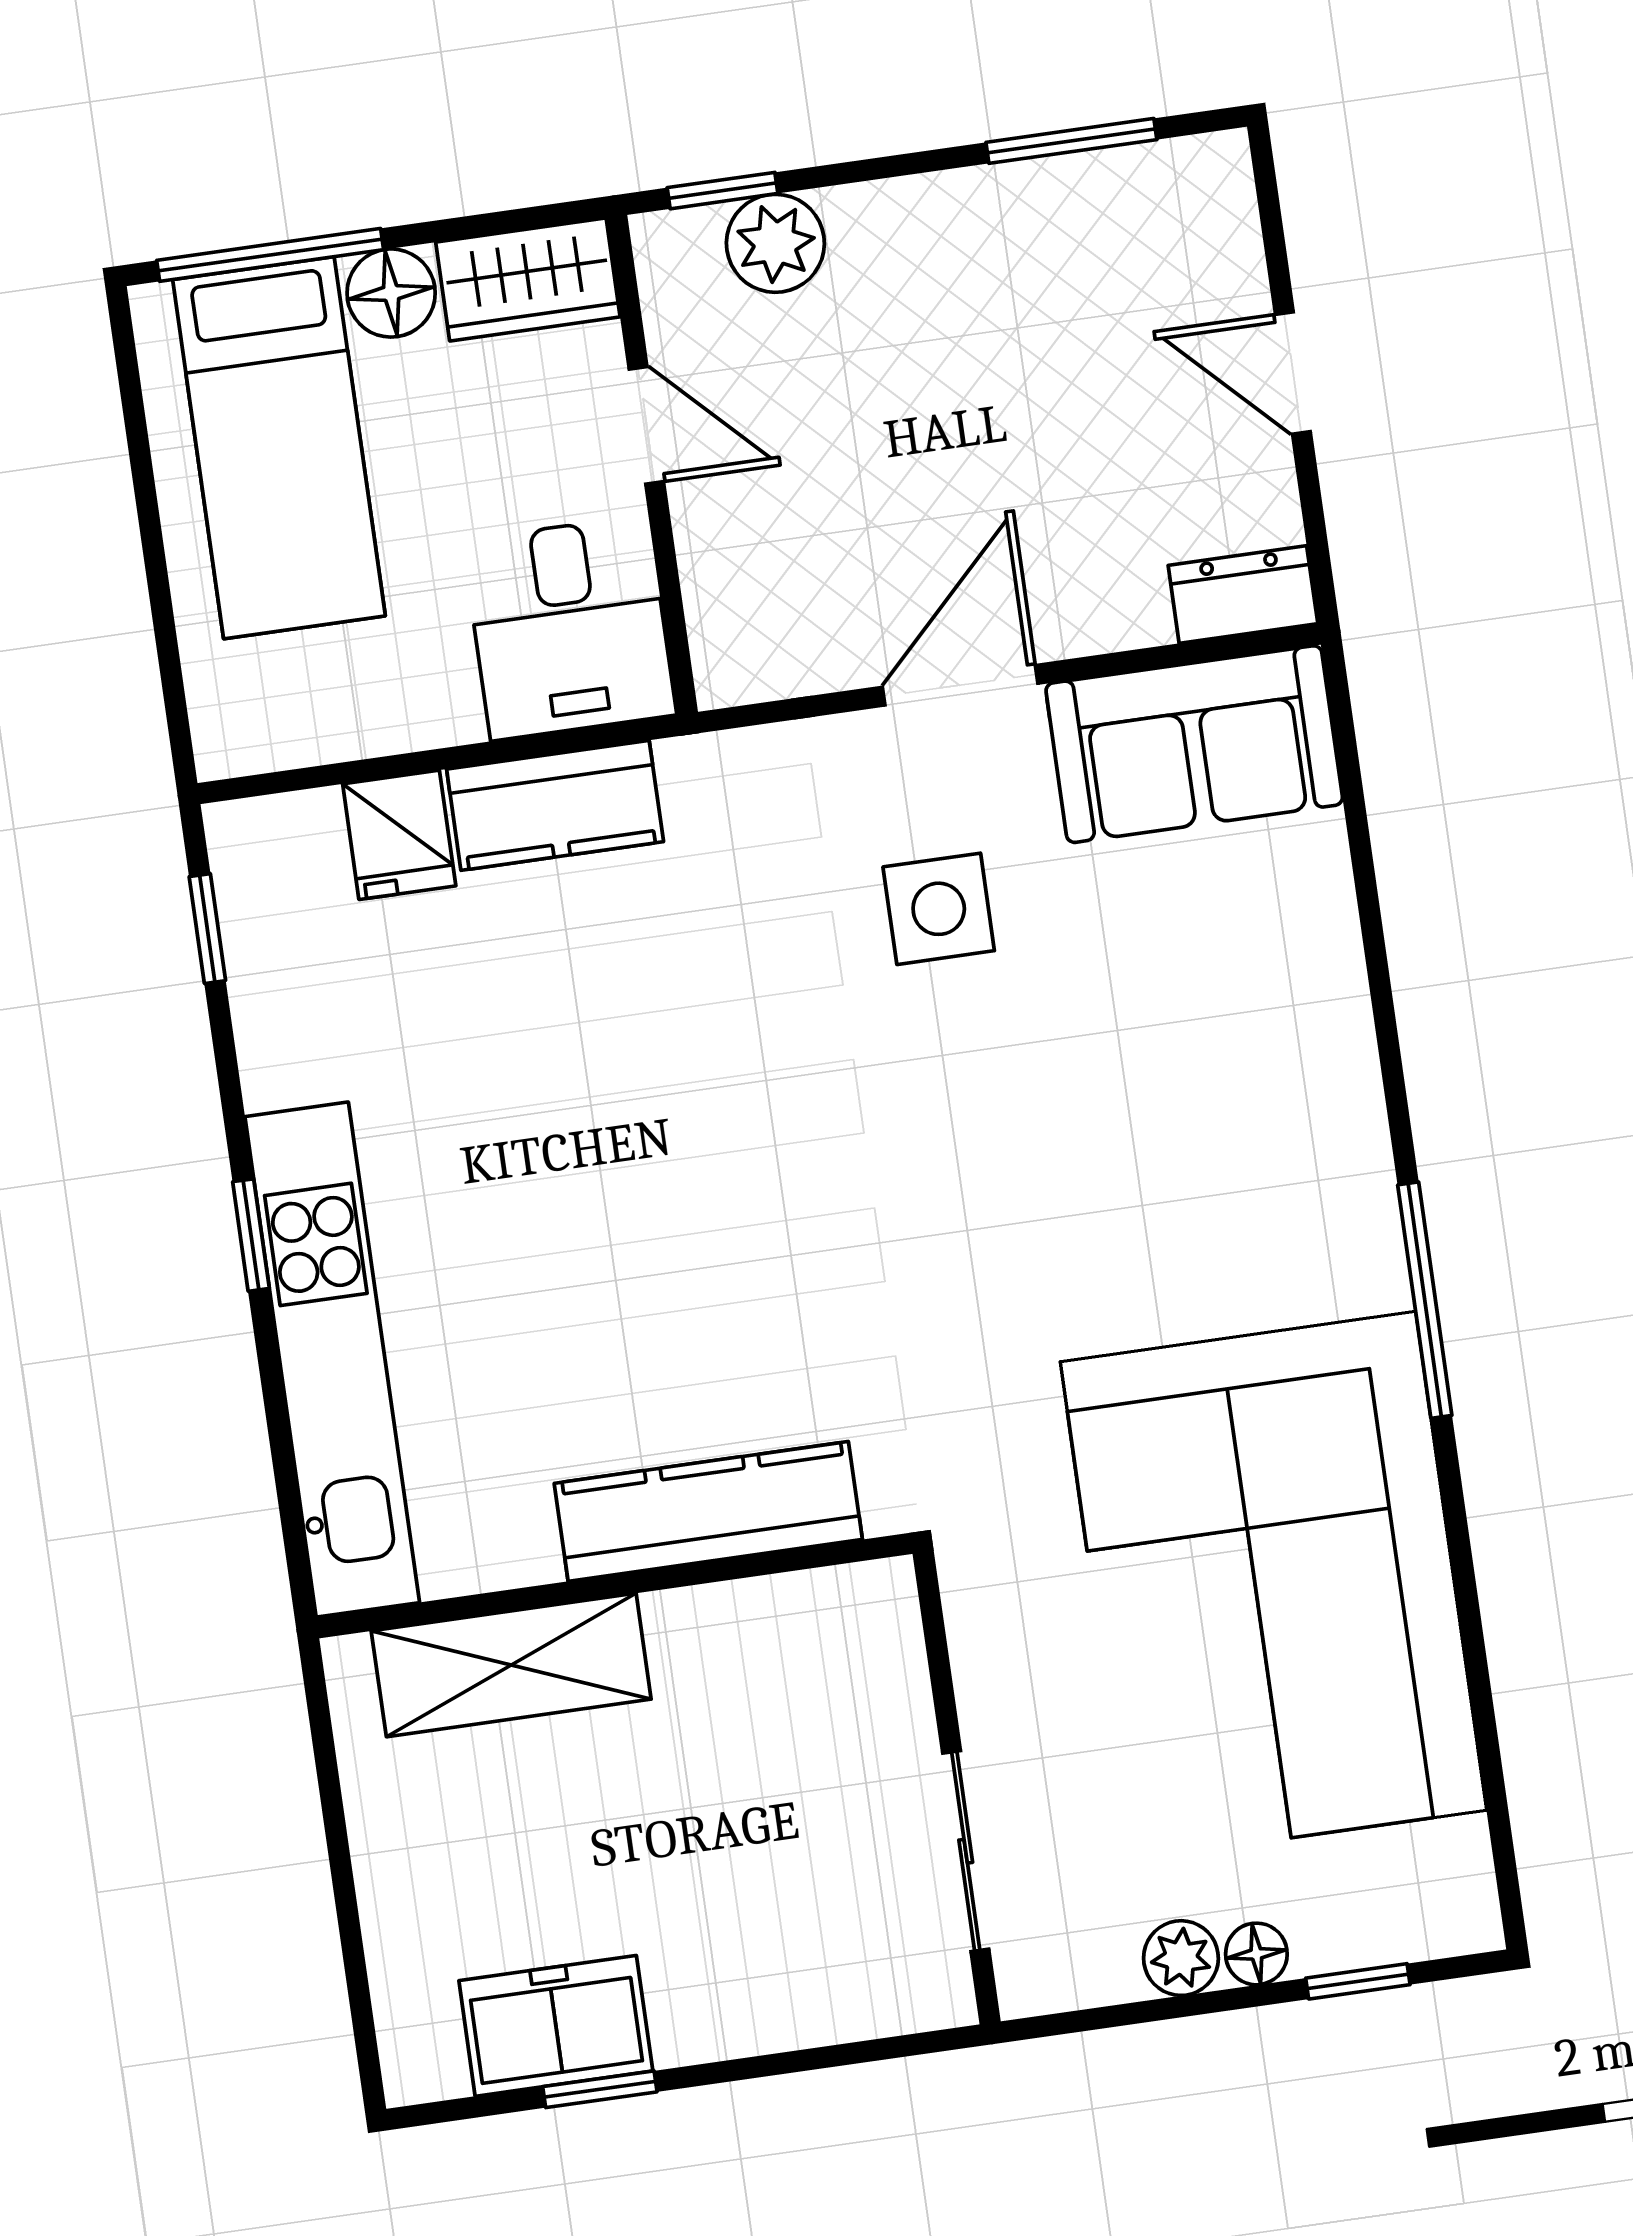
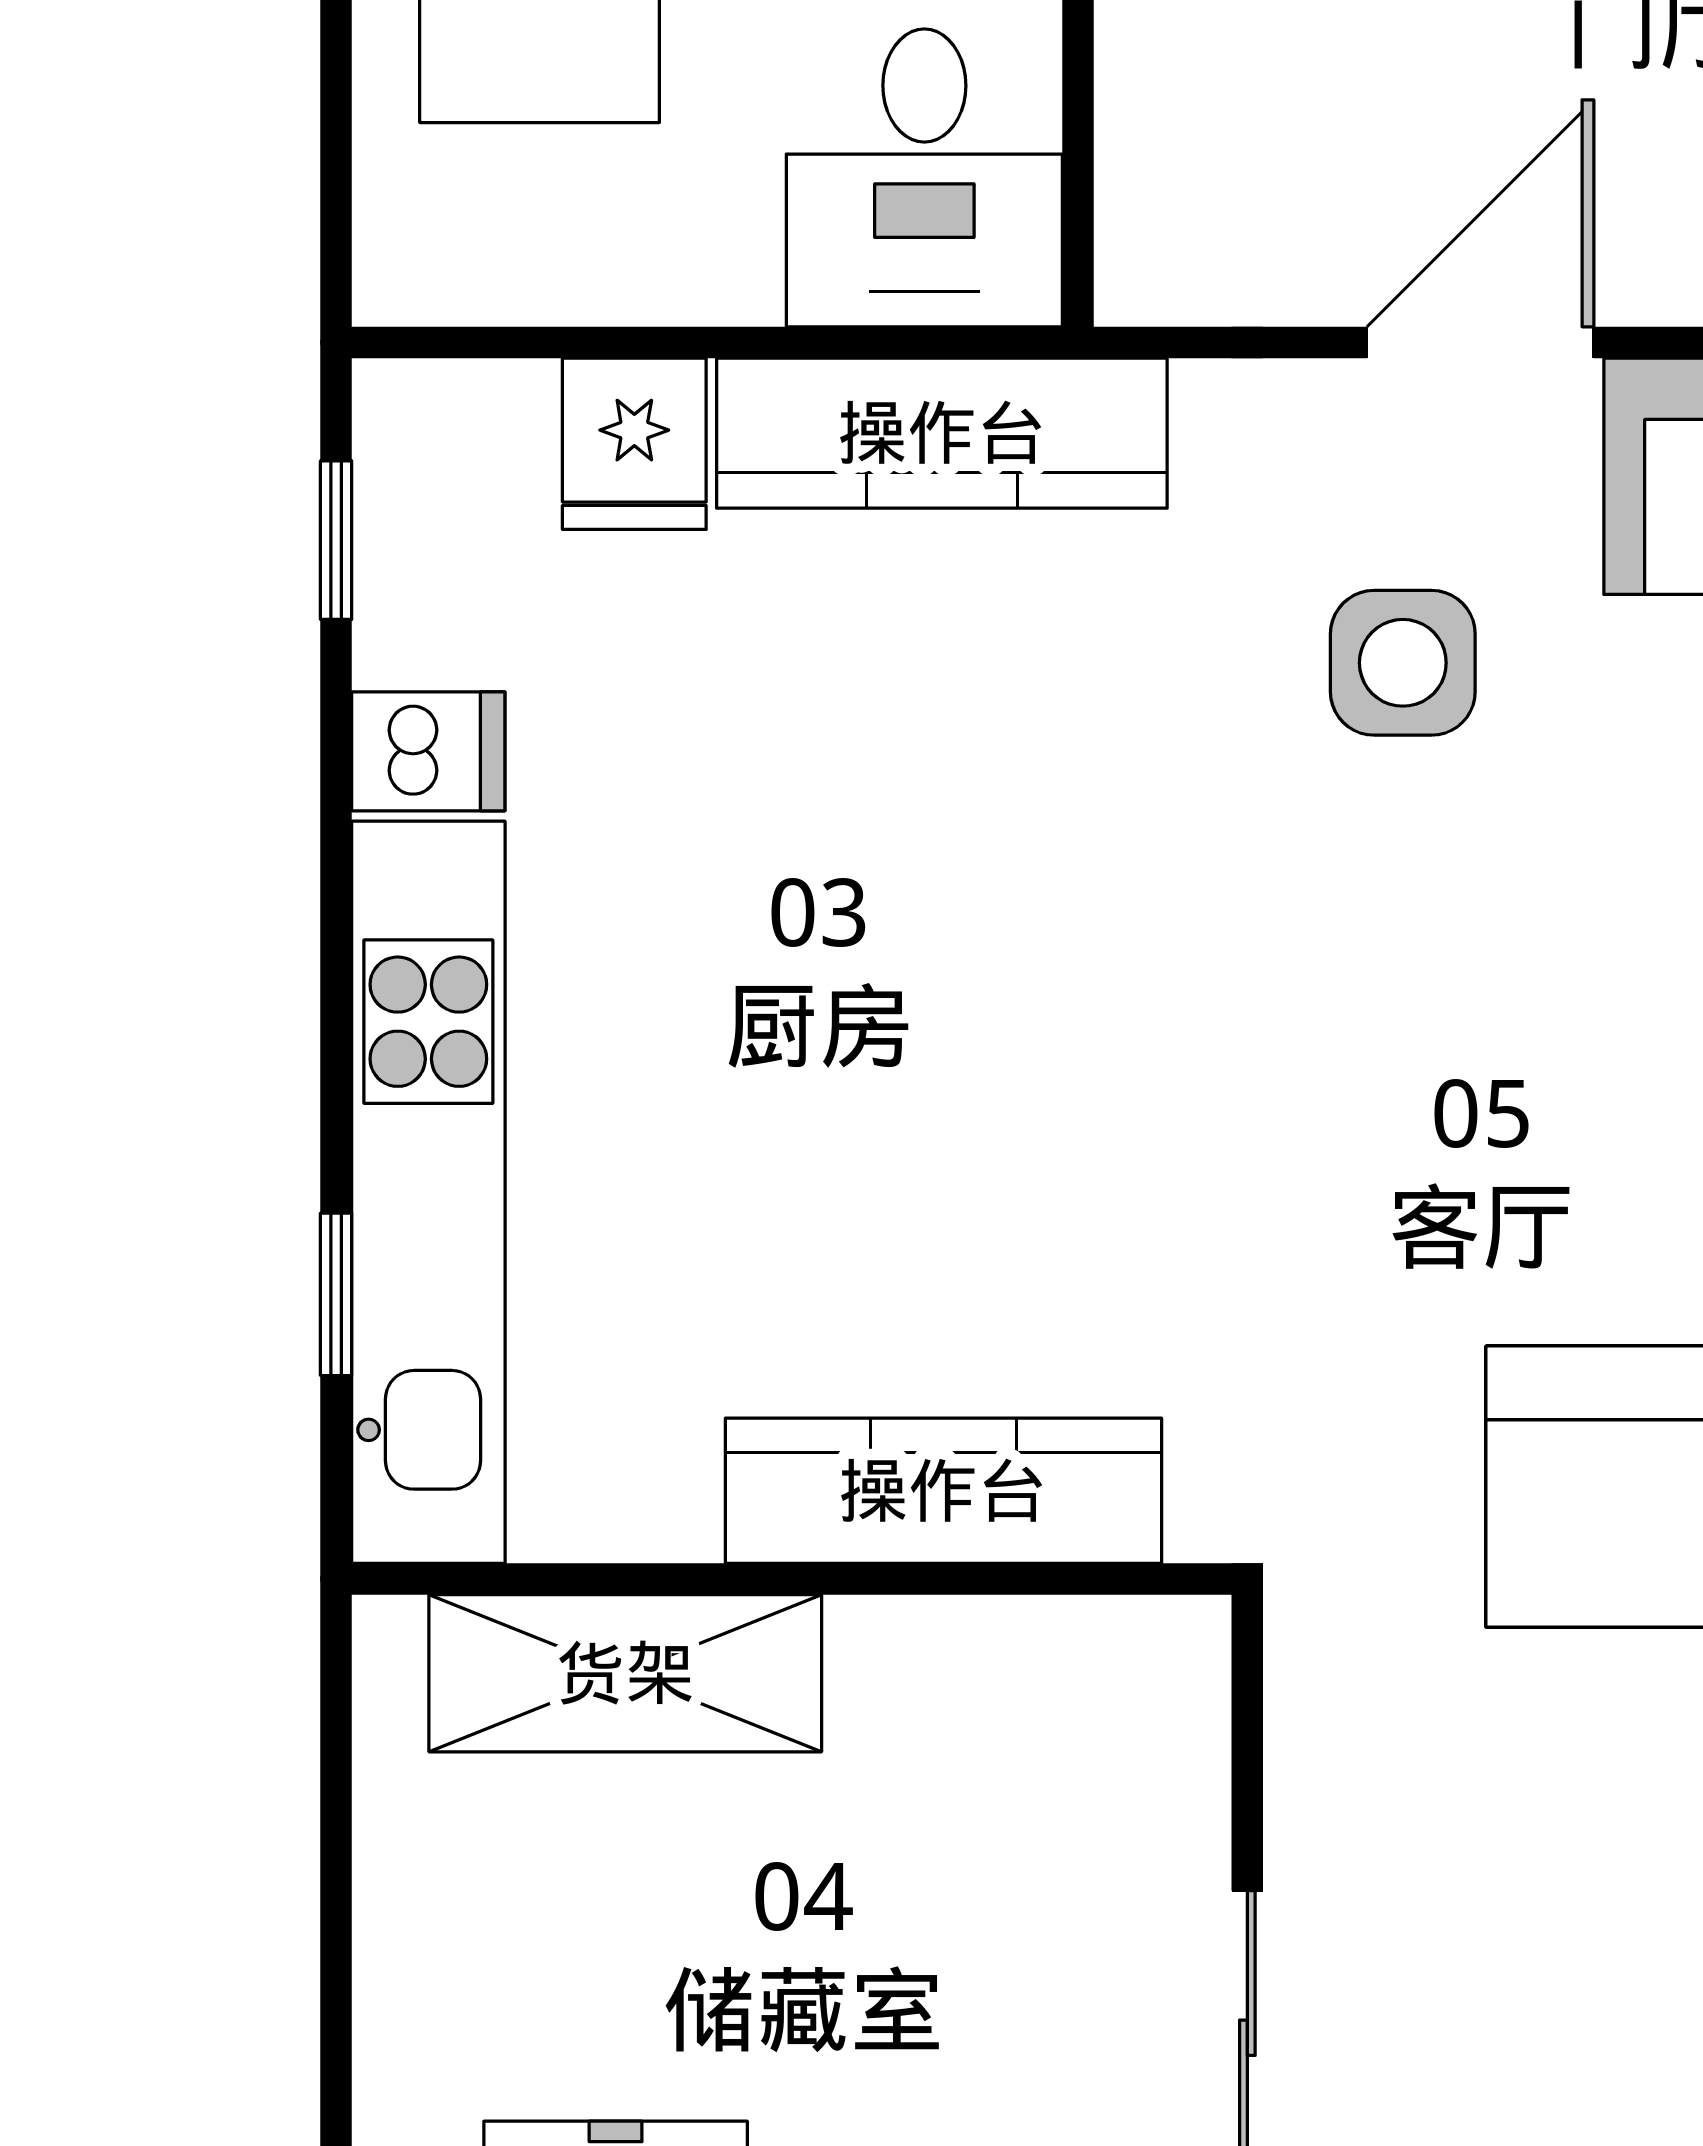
kitchen counter: (555, 805) -> (942, 433), width x1.50
dishwasher: (290, 1062) -> (428, 751), added
window: (251, 1235) -> (336, 1294), moved

